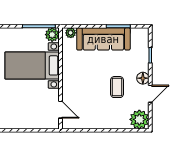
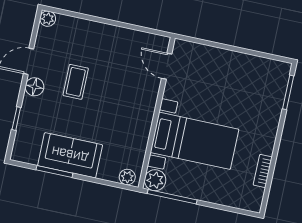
sofa: (103, 39) -> (70, 155), width x0.73
plant: (139, 119) -> (48, 19), width x0.53, depth x0.53

